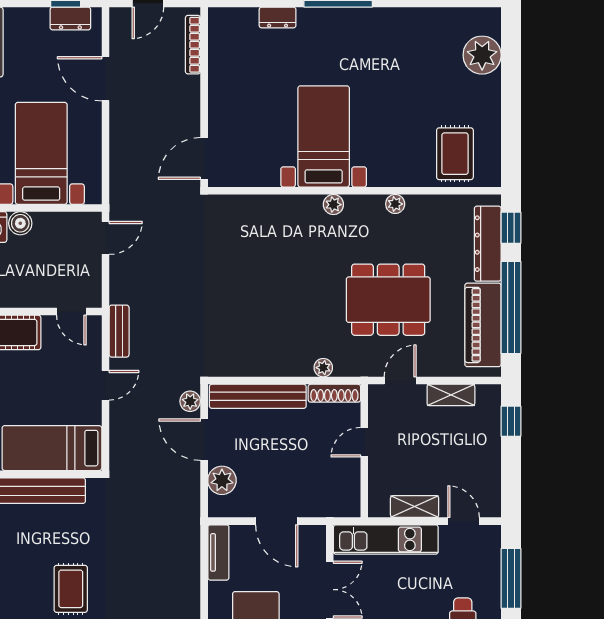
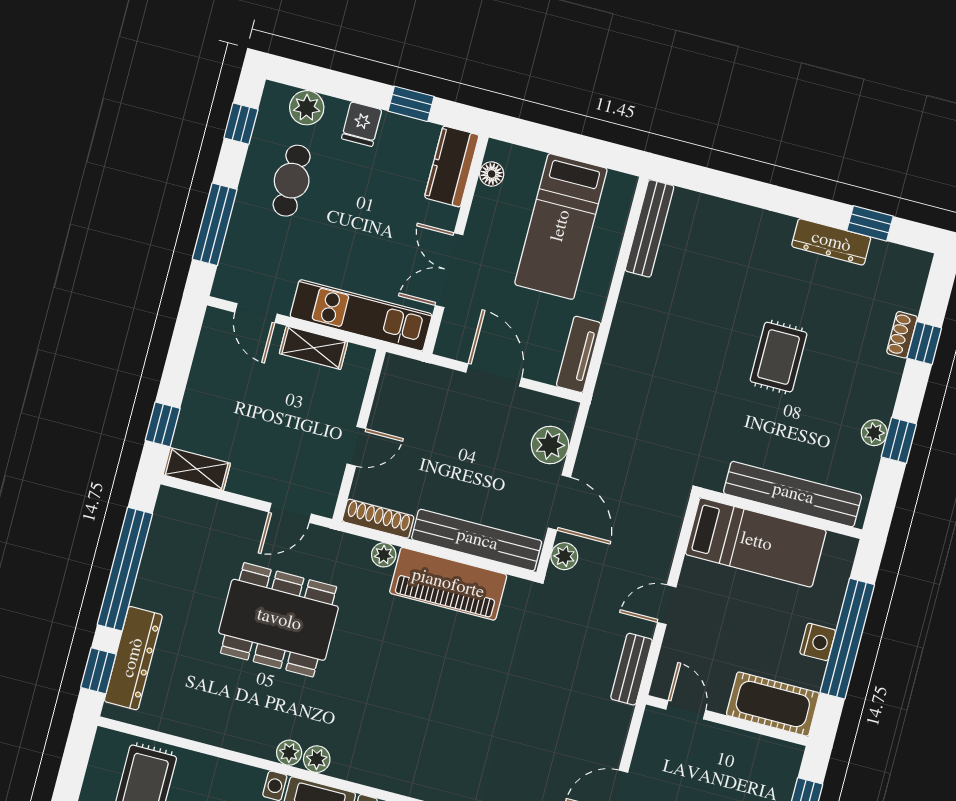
plant: (395, 204) -> (289, 753), moved
piano: (483, 325) -> (448, 584), moved, turned 90
shelving: (451, 395) -> (197, 469), moved

